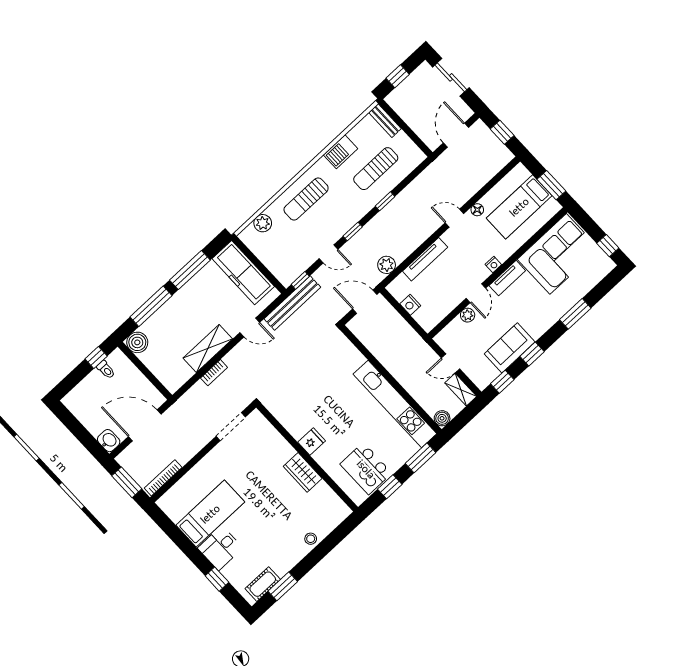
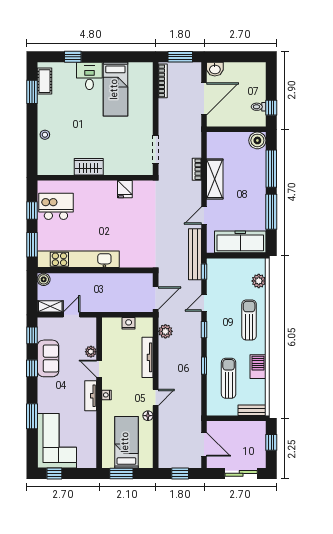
corner sofa: (558, 254) -> (57, 441), moved, turned 180
fridge: (312, 442) -> (125, 189), moved

